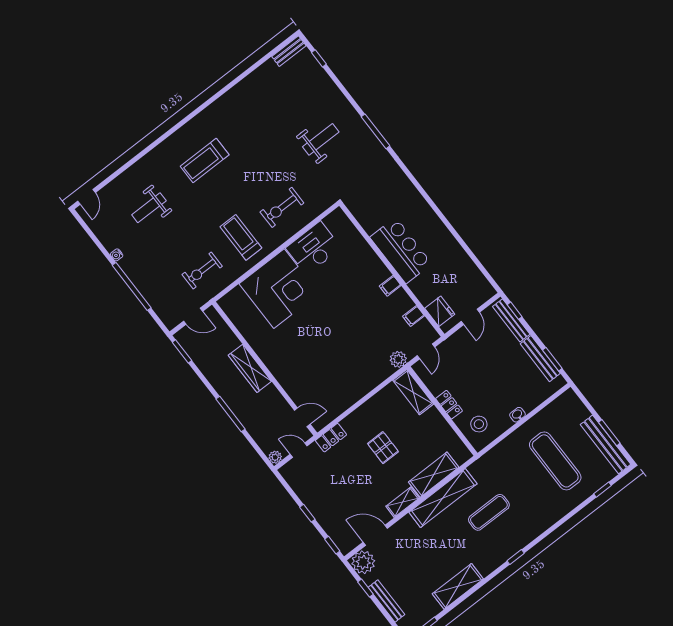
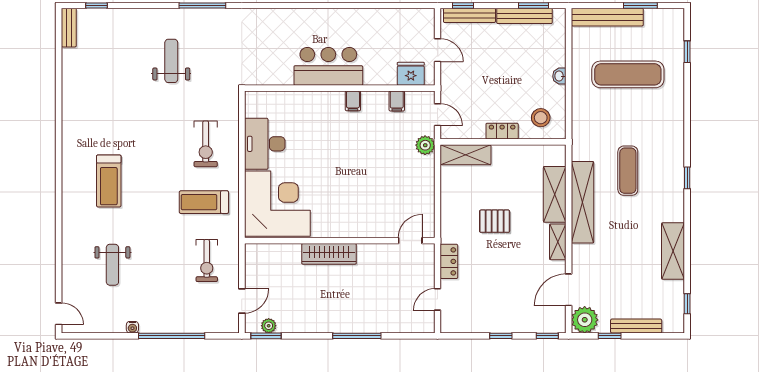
wardrobe: (250, 368) -> (329, 254), moved
wall: (265, 369) -> (340, 241), moved
door: (302, 417) -> (410, 241), moved
bench: (606, 444) -> (607, 17), moved
plant: (275, 457) -> (269, 326), moved

